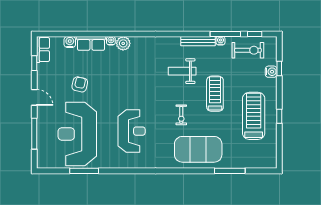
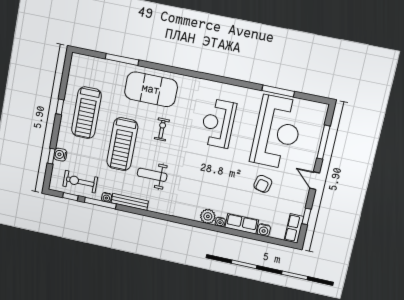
weight bench: (182, 71) -> (152, 175), turned 180
treadmill: (215, 94) -> (122, 144), width x1.37, depth x1.38

